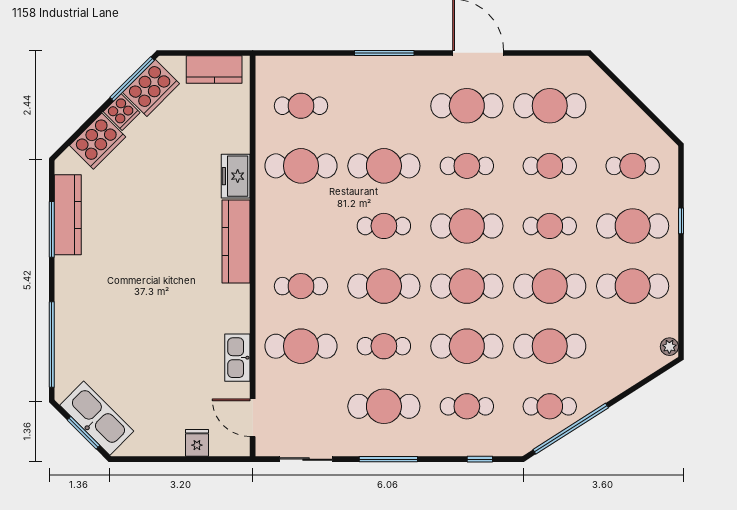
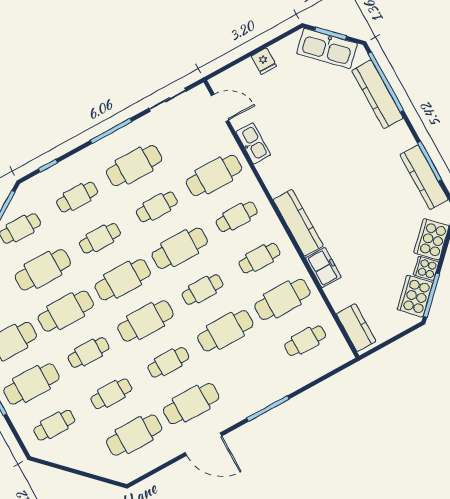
kitchen counter: (214, 70) -> (356, 328), moved, turned 90
cafe table: (301, 226) -> (259, 258), added
kitchen counter: (69, 336) -> (377, 94), added
cafe table: (467, 346) -> (100, 238), width x0.73, depth x0.74
fridge: (197, 443) -> (264, 61), moved

